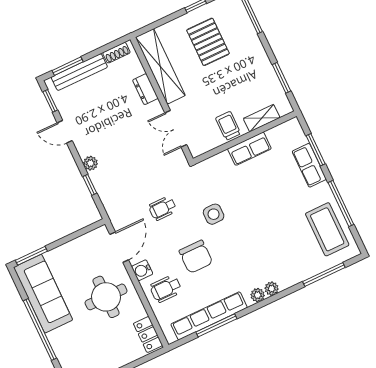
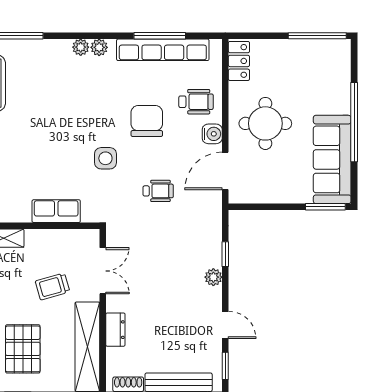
trolley: (228, 126) -> (52, 286), moved, turned 74
row of seats: (249, 149) -> (56, 211), moved

